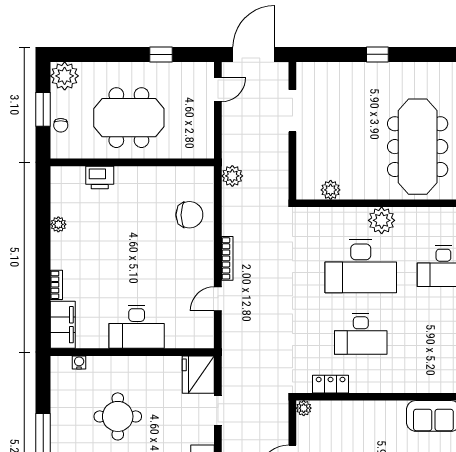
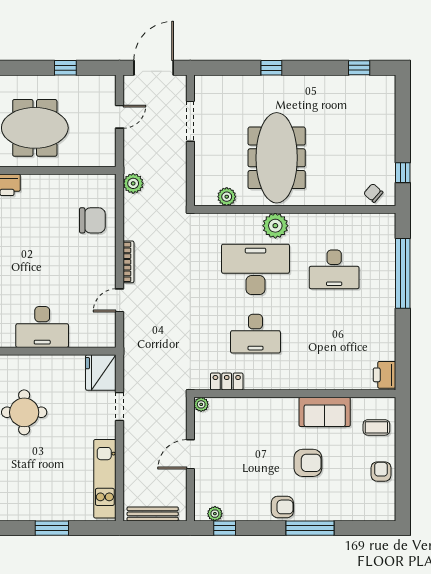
door: (218, 90) -> (120, 117), moved
meeting table: (418, 147) -> (277, 158), moved
desk: (361, 266) -> (255, 269), turned 180

